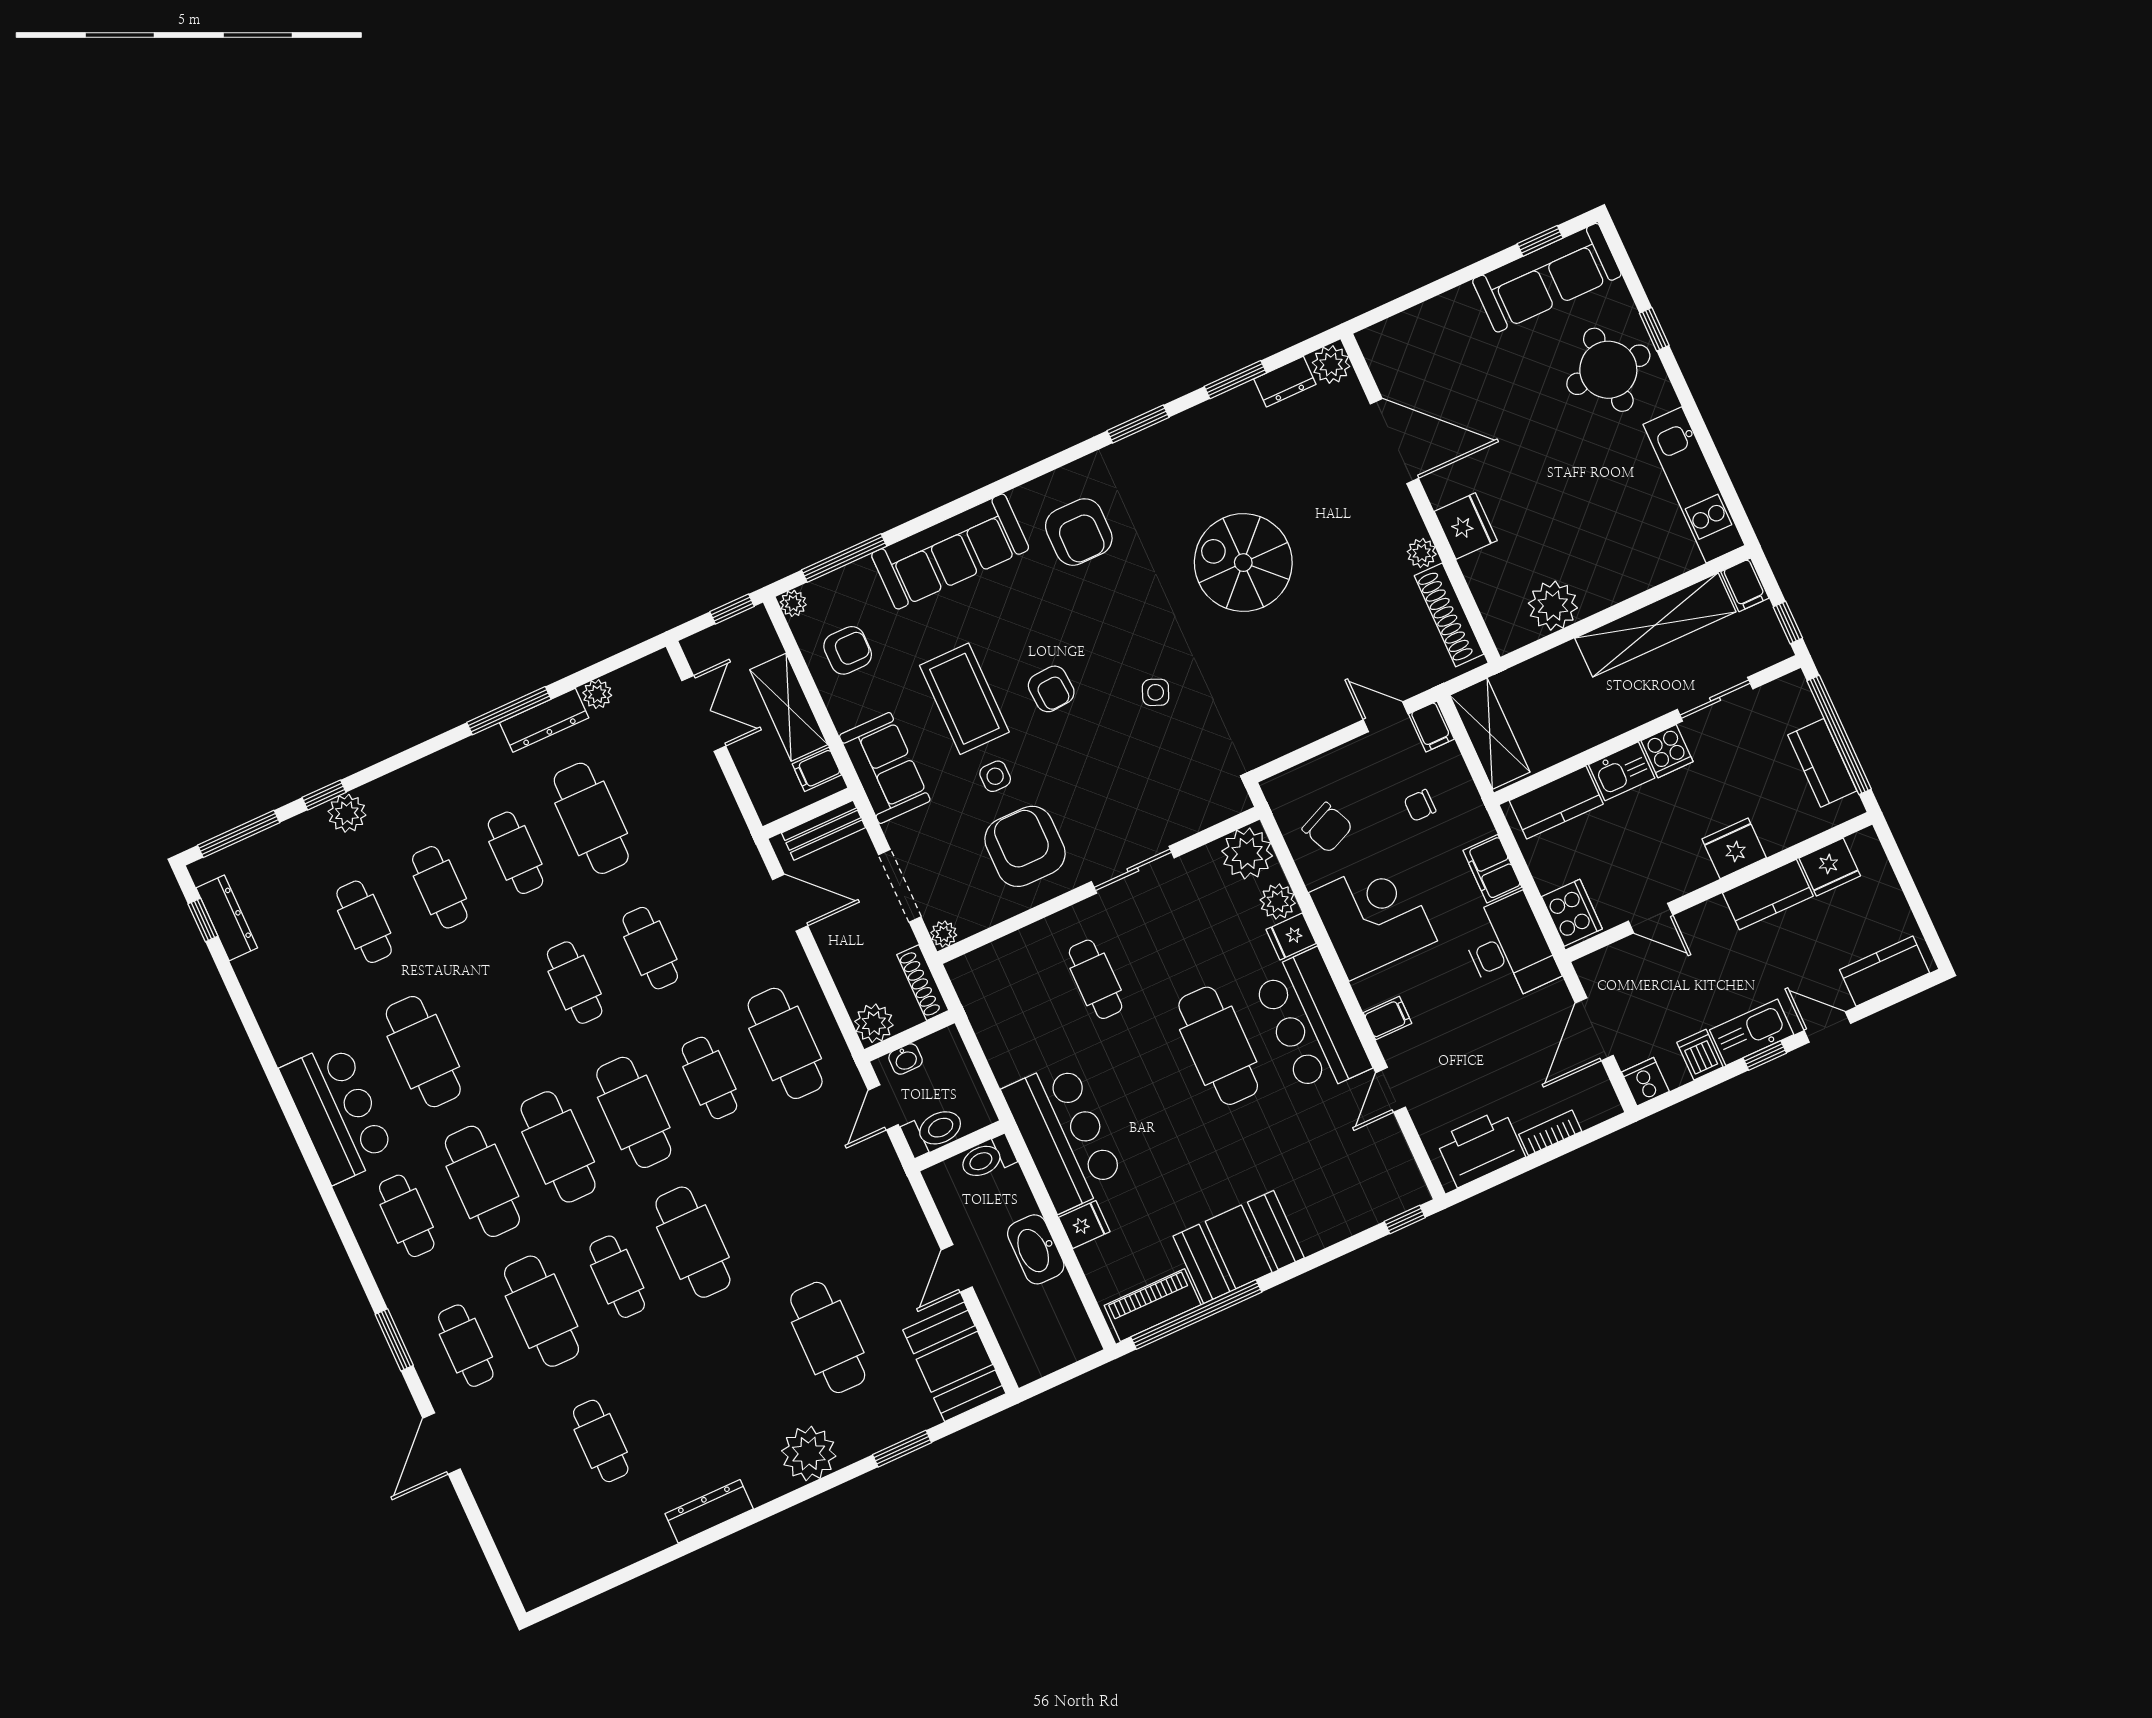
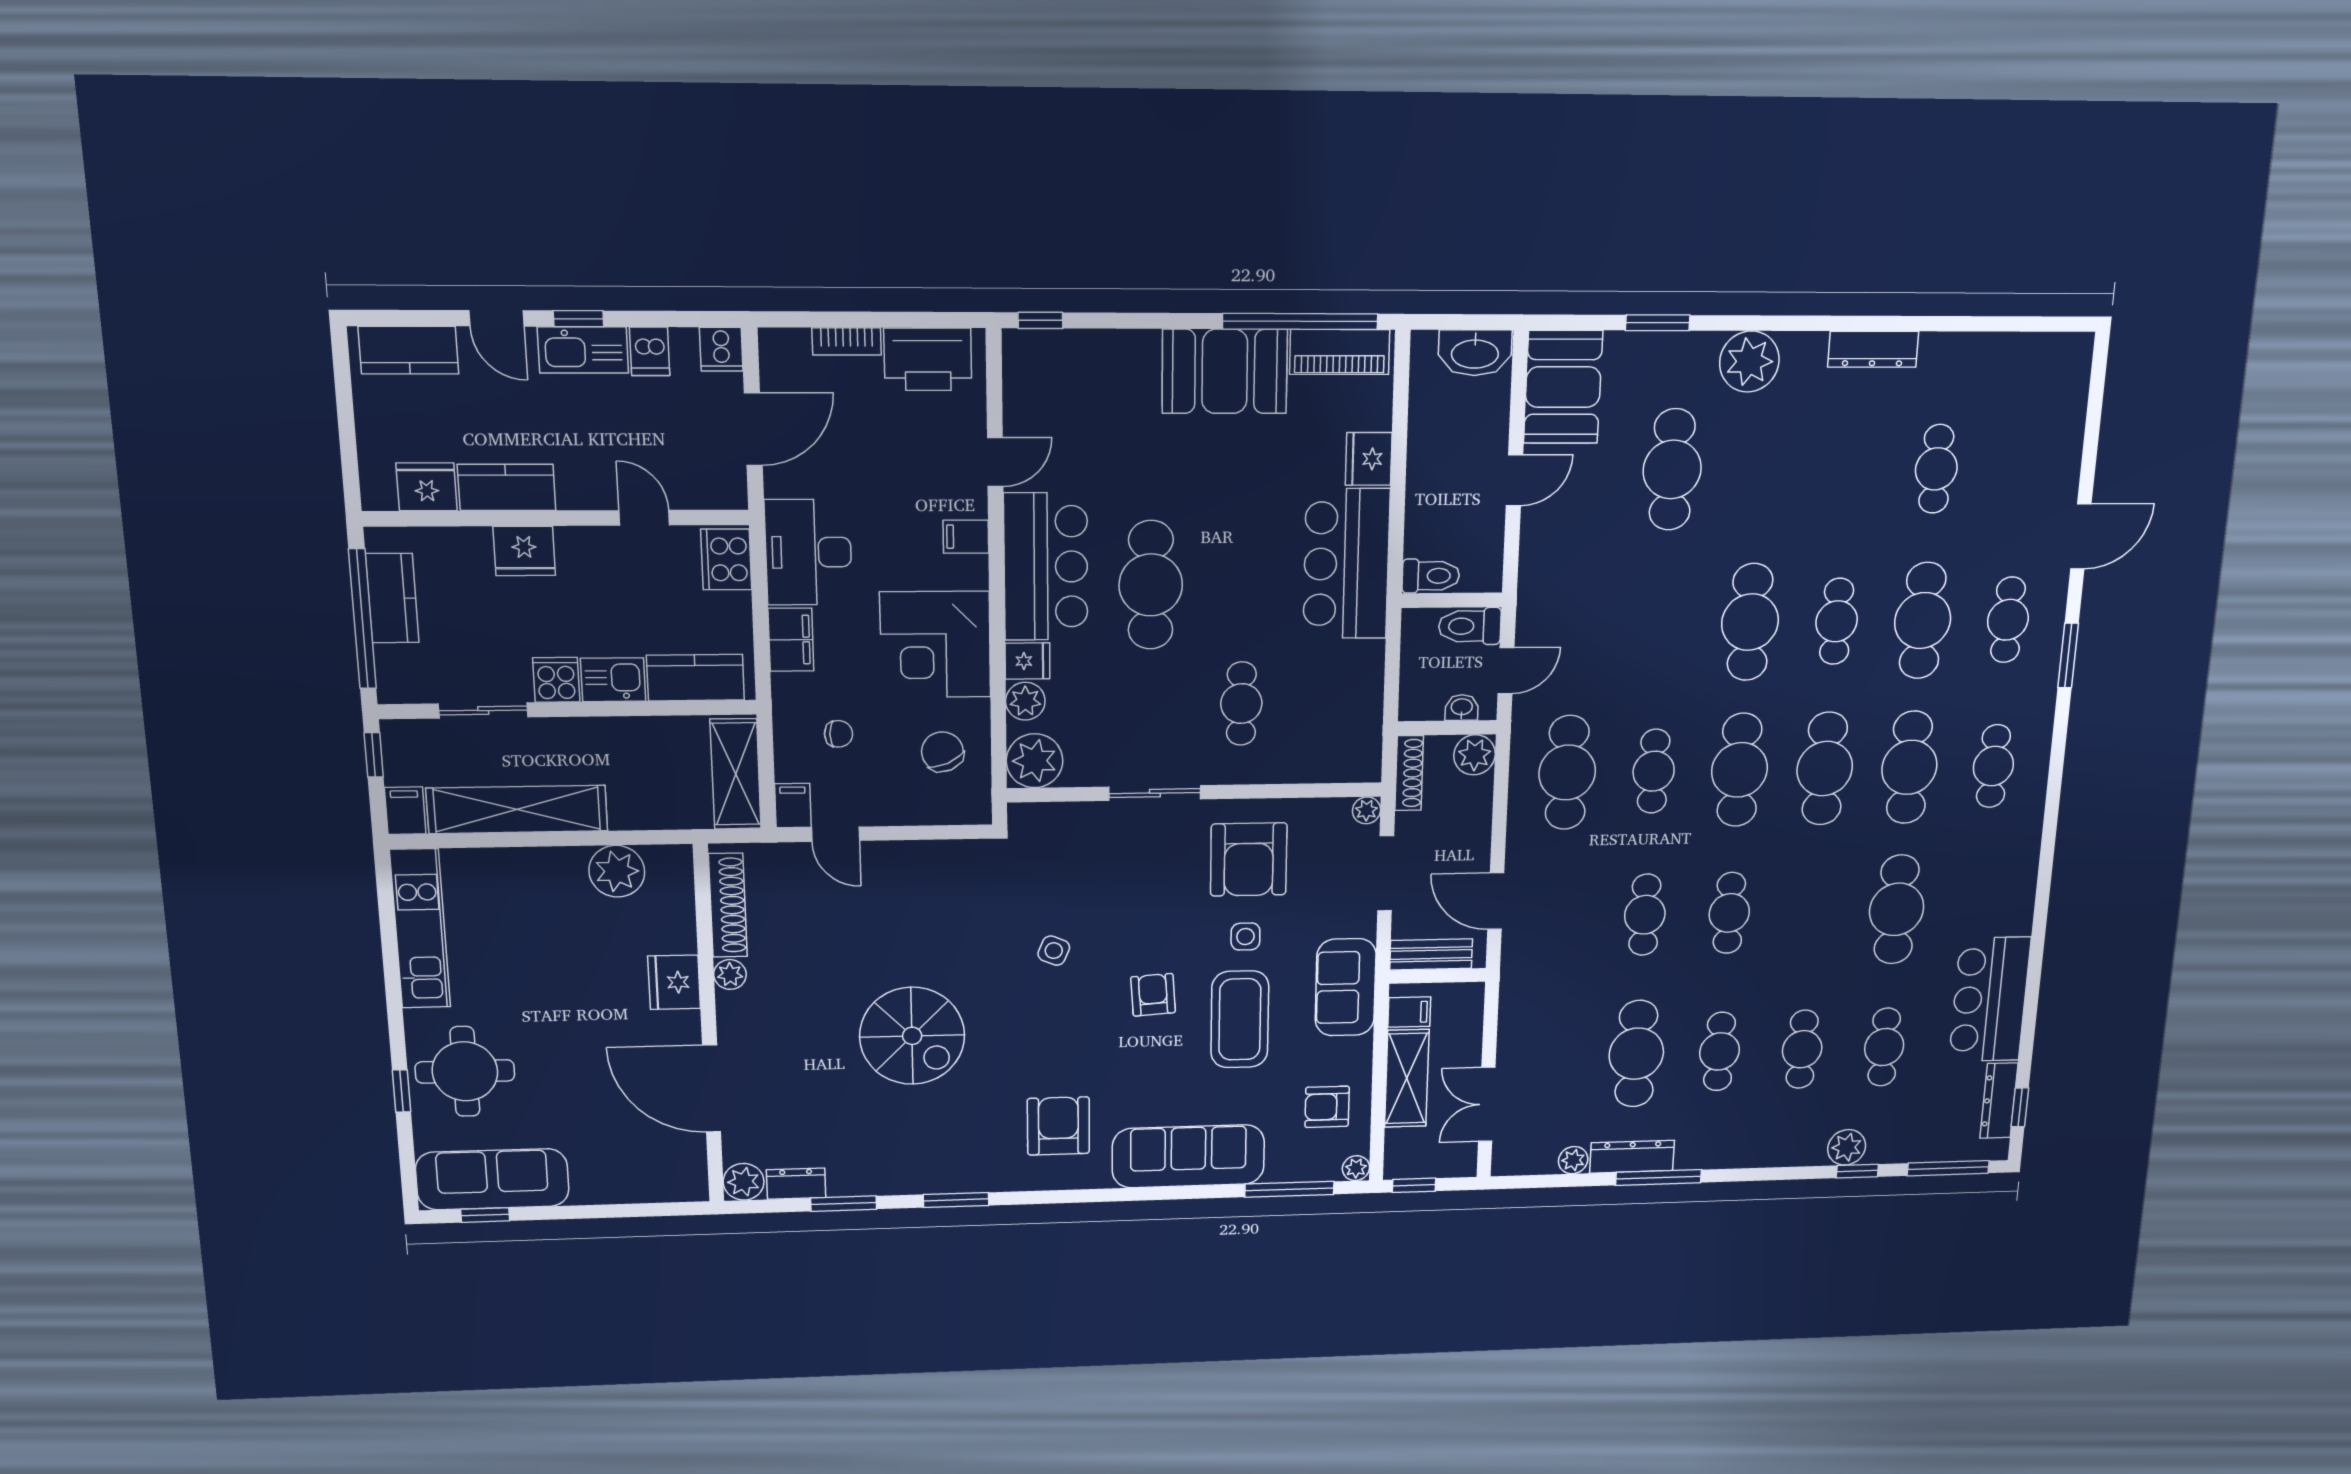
bar counter: (338, 1112) -> (1990, 1000), moved
fridge: (1084, 1225) -> (1369, 459), width x1.38
washbasin: (1036, 1249) -> (1475, 353), moved, turned 90

